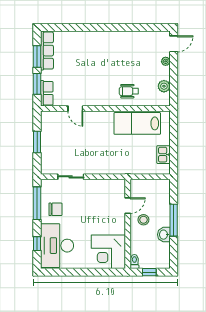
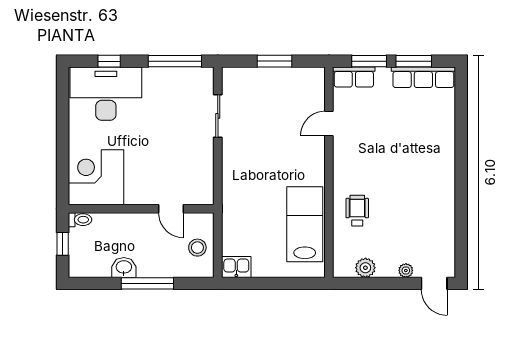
kitchen sink: (164, 155) -> (236, 267), moved
chair: (55, 209) -> (165, 91), removed
stool: (143, 220) -> (197, 248), moved

